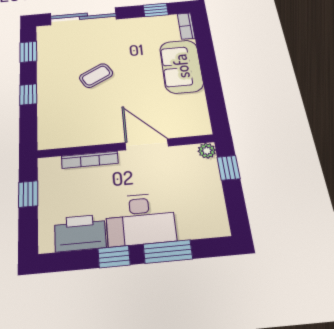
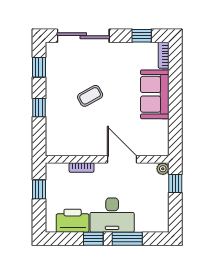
bookcase: (90, 160) -> (82, 168), width x0.64

